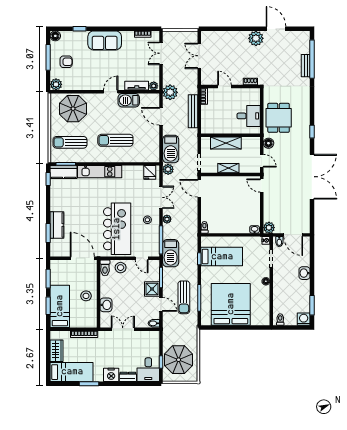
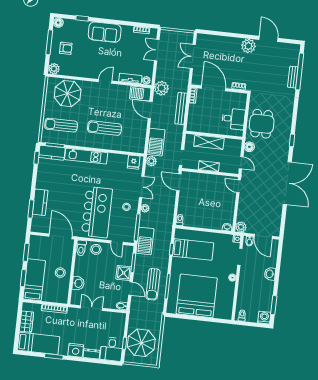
door: (224, 86) -> (214, 88), width x1.87
barbecue: (129, 100) -> (140, 94), moved

